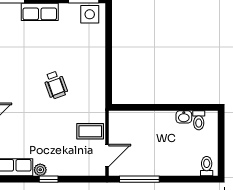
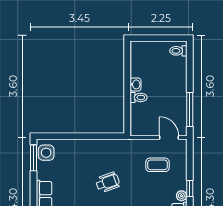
washbasin: (184, 117) -> (135, 84), moved
toilet: (199, 120) -> (138, 97), moved
coffee table: (90, 131) -> (157, 165), moved, turned 90

